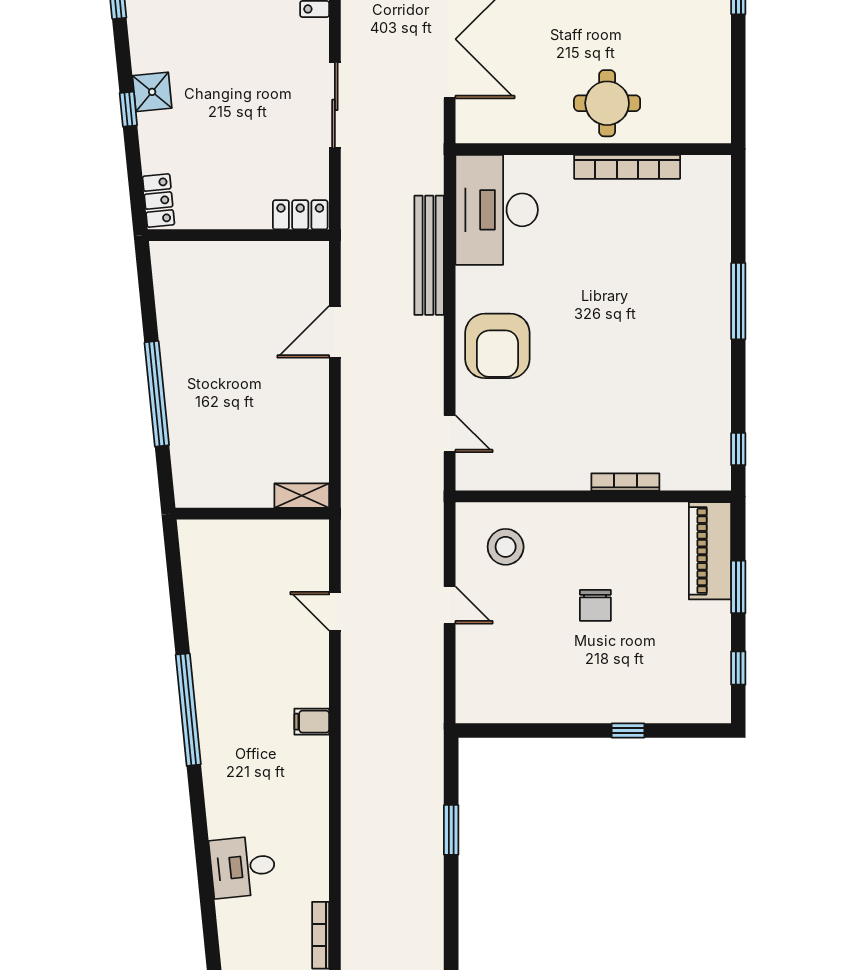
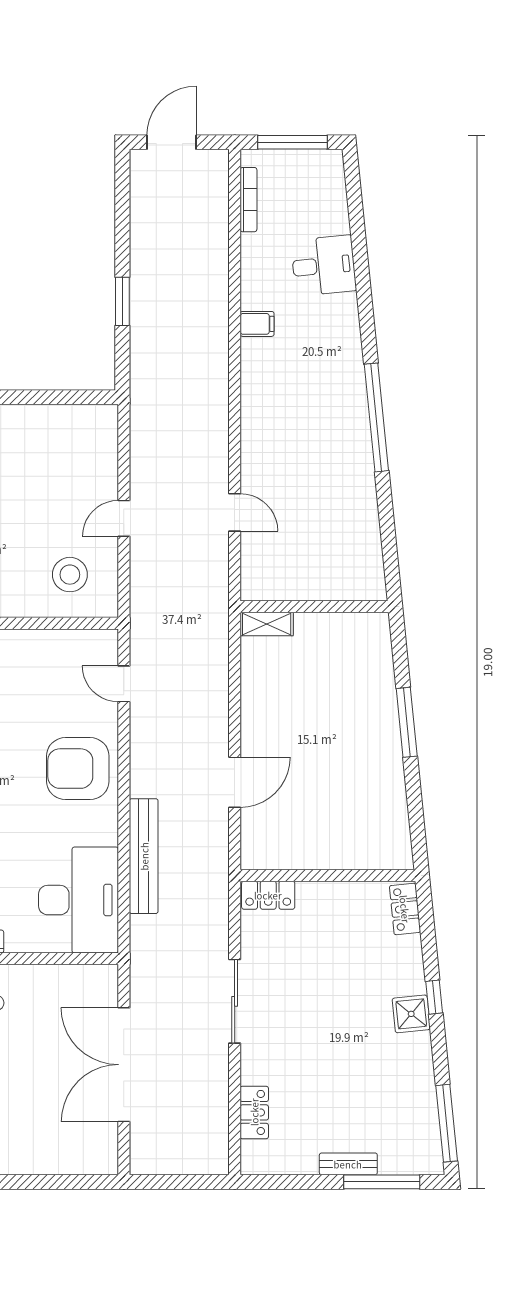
armchair: (497, 346) -> (78, 769), turned -90
window: (157, 394) -> (407, 722), width x0.68
door: (450, 605) -> (124, 518), hinge flipped
filing cabinet: (312, 722) -> (257, 324), moved

